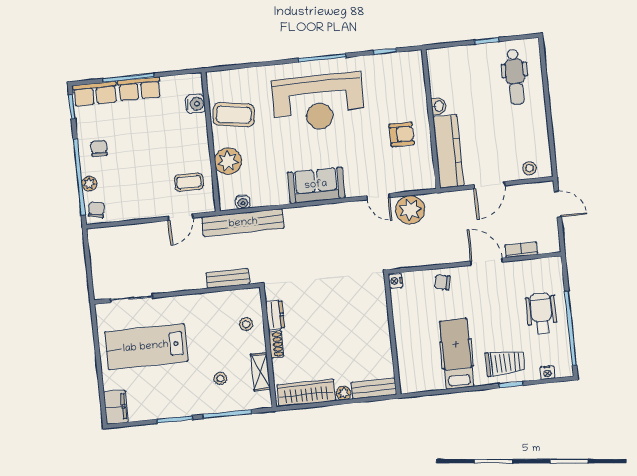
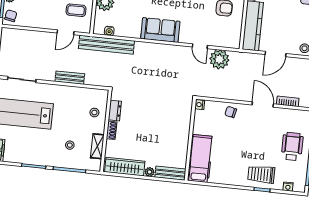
bench: (228, 278) -> (70, 78), moved
hospital bed: (457, 354) -> (200, 159), moved
trolley: (505, 363) -> (261, 174), turned 180

